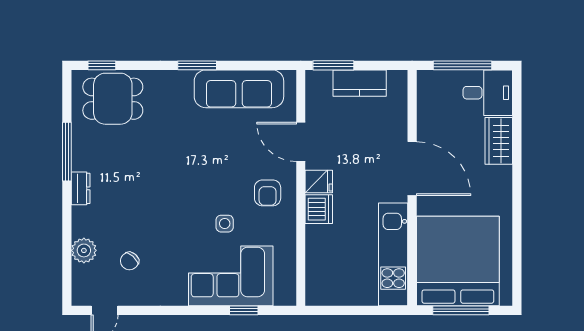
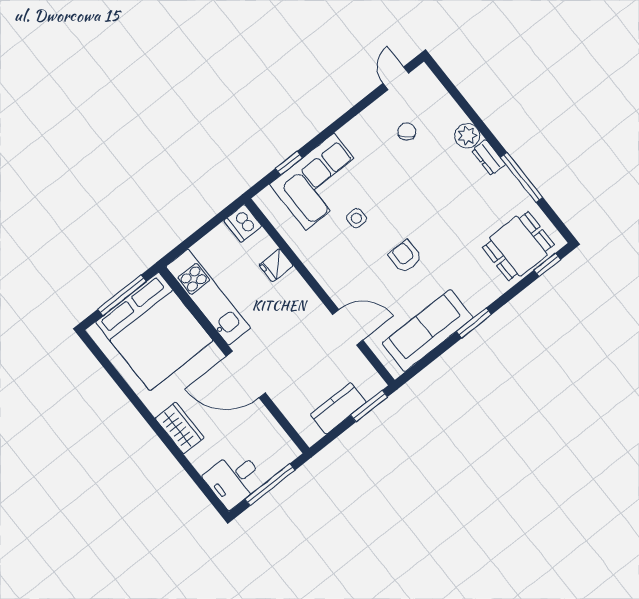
wardrobe: (499, 141) -> (180, 428), moved
fridge: (319, 182) -> (276, 265), moved
armchair: (268, 193) -> (405, 257), moved
dishwasher: (319, 209) -> (243, 223), moved
plant: (84, 250) -> (467, 136), moved

